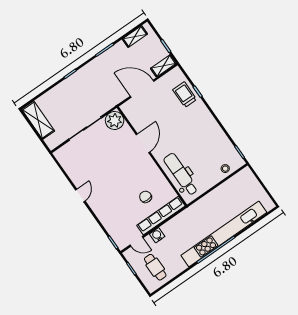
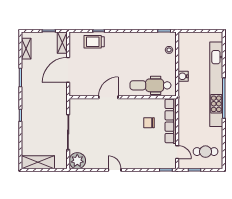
plant: (115, 121) -> (77, 161), moved
door: (143, 143) -> (108, 97), hinge flipped
water cooler: (157, 235) -> (183, 76), moved
door: (137, 241) -> (177, 152), hinge flipped

